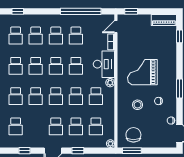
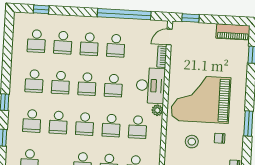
grand piano: (142, 72) -> (201, 99), width x1.37, depth x1.48

